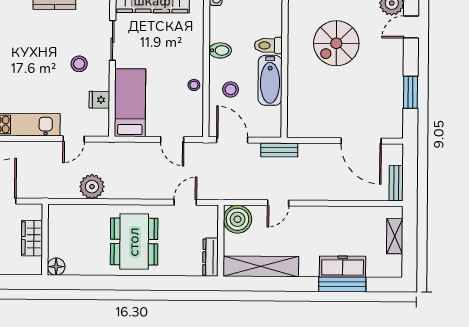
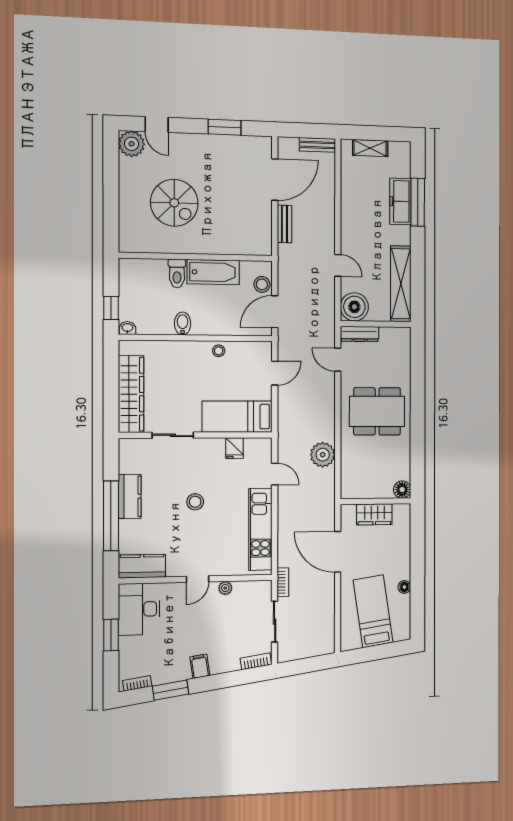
stool: (79, 64) -> (195, 502), moved
stool: (231, 89) -> (262, 284), moved
bench: (279, 150) -> (284, 224), moved
dresser: (210, 257) -> (360, 334), moved

